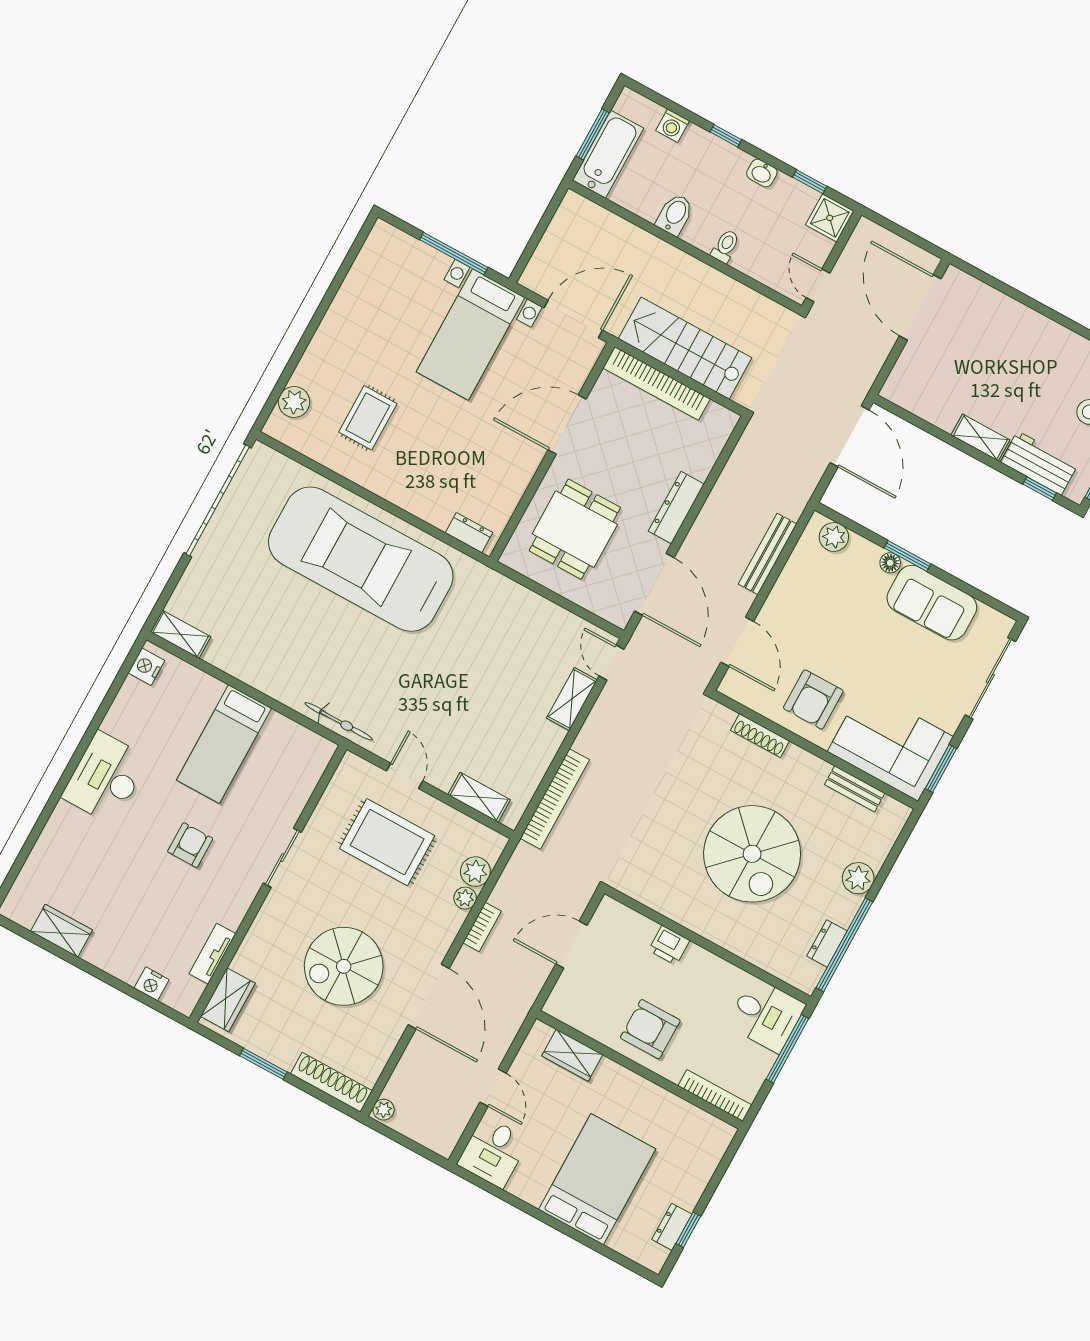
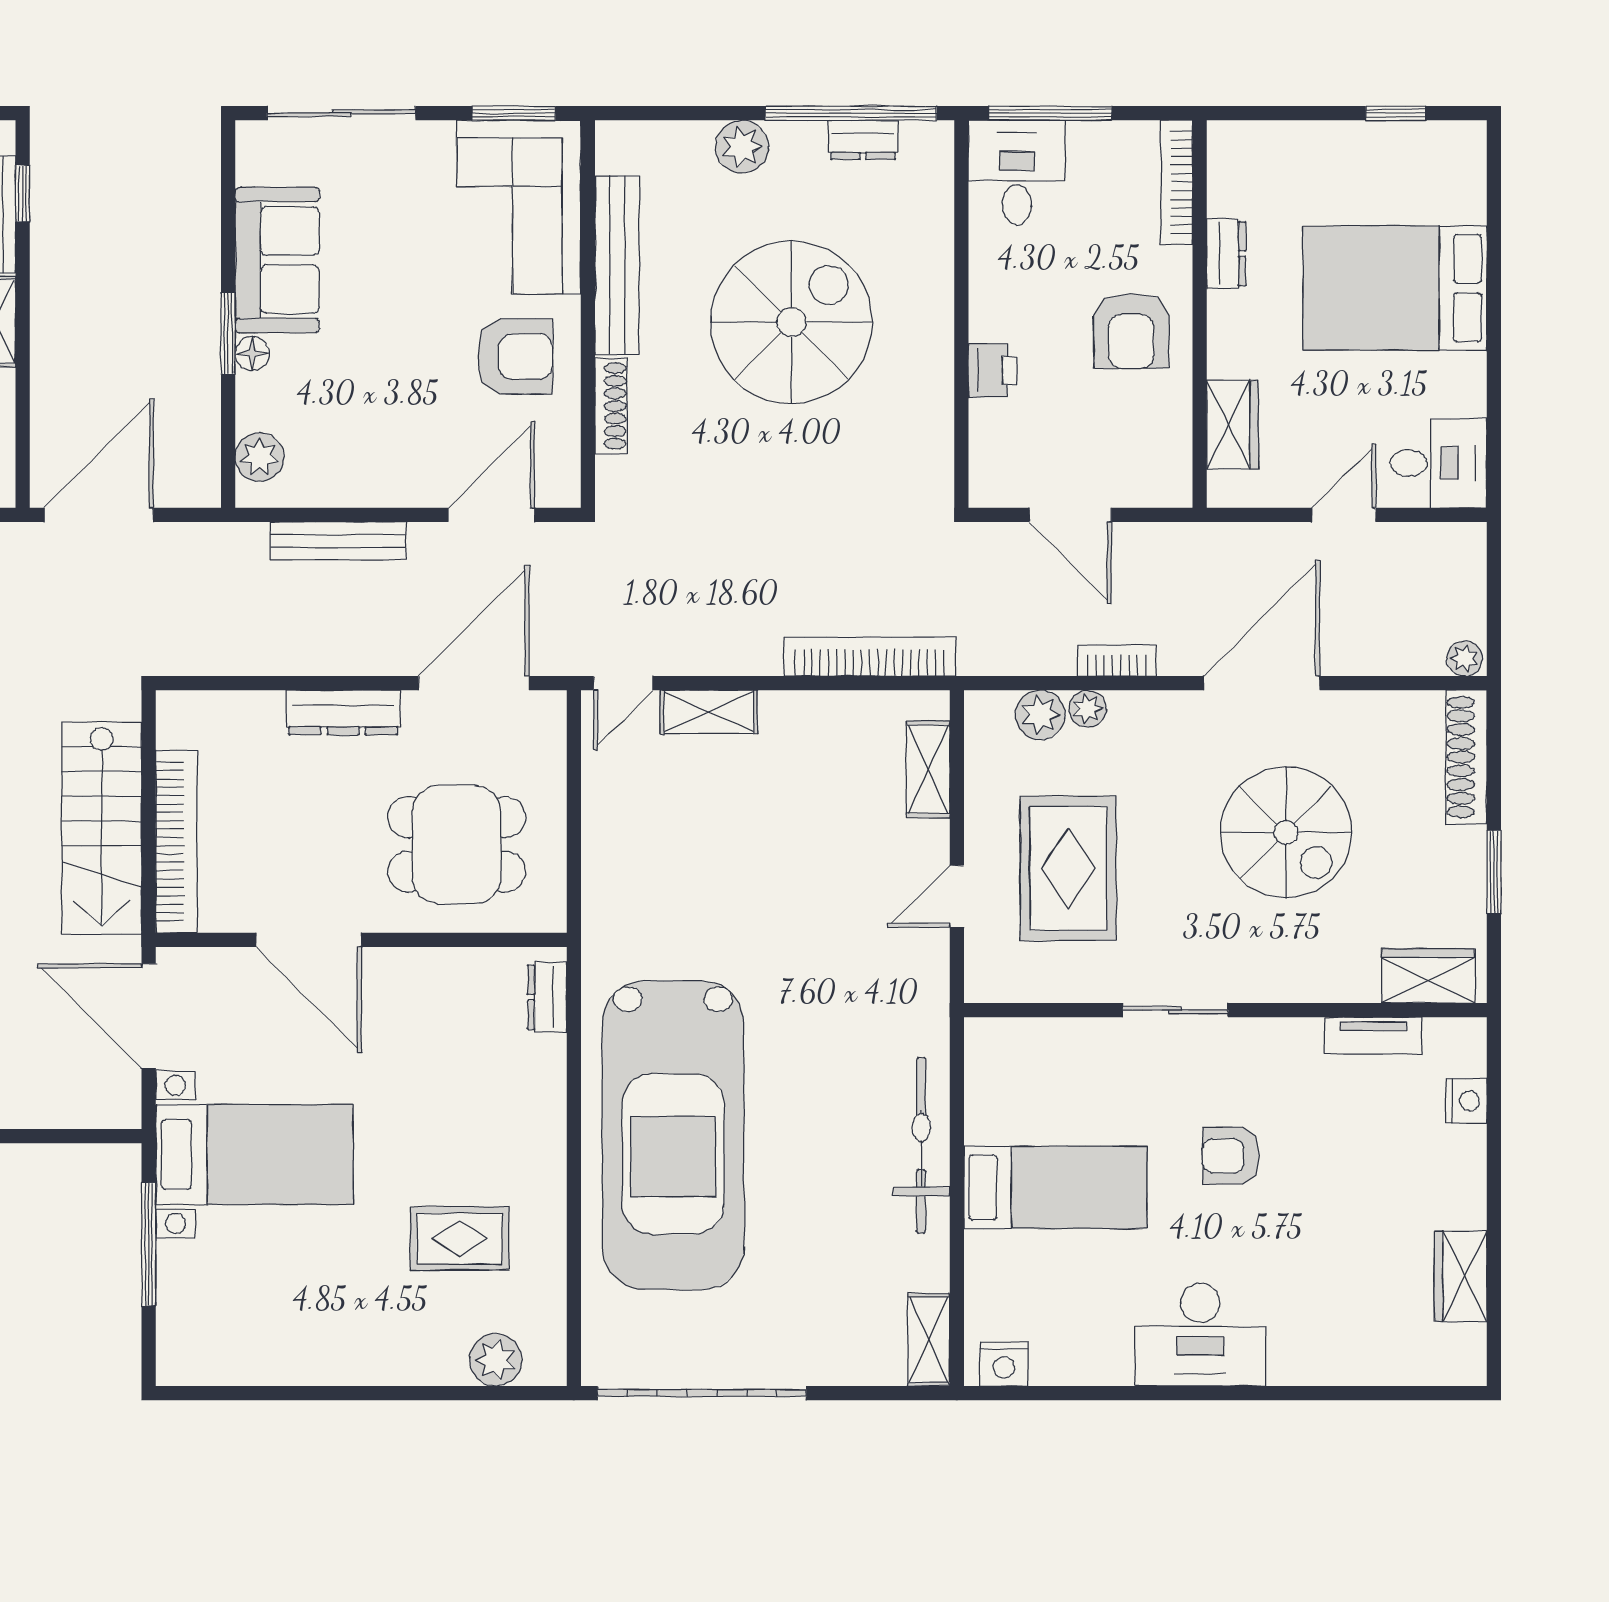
bicycle: (339, 721) -> (921, 1145), moved, width x1.37, depth x1.40
bench: (855, 789) -> (617, 265), width x1.86, depth x1.21
dresser: (672, 1227) -> (1226, 254), moved, turned -90

